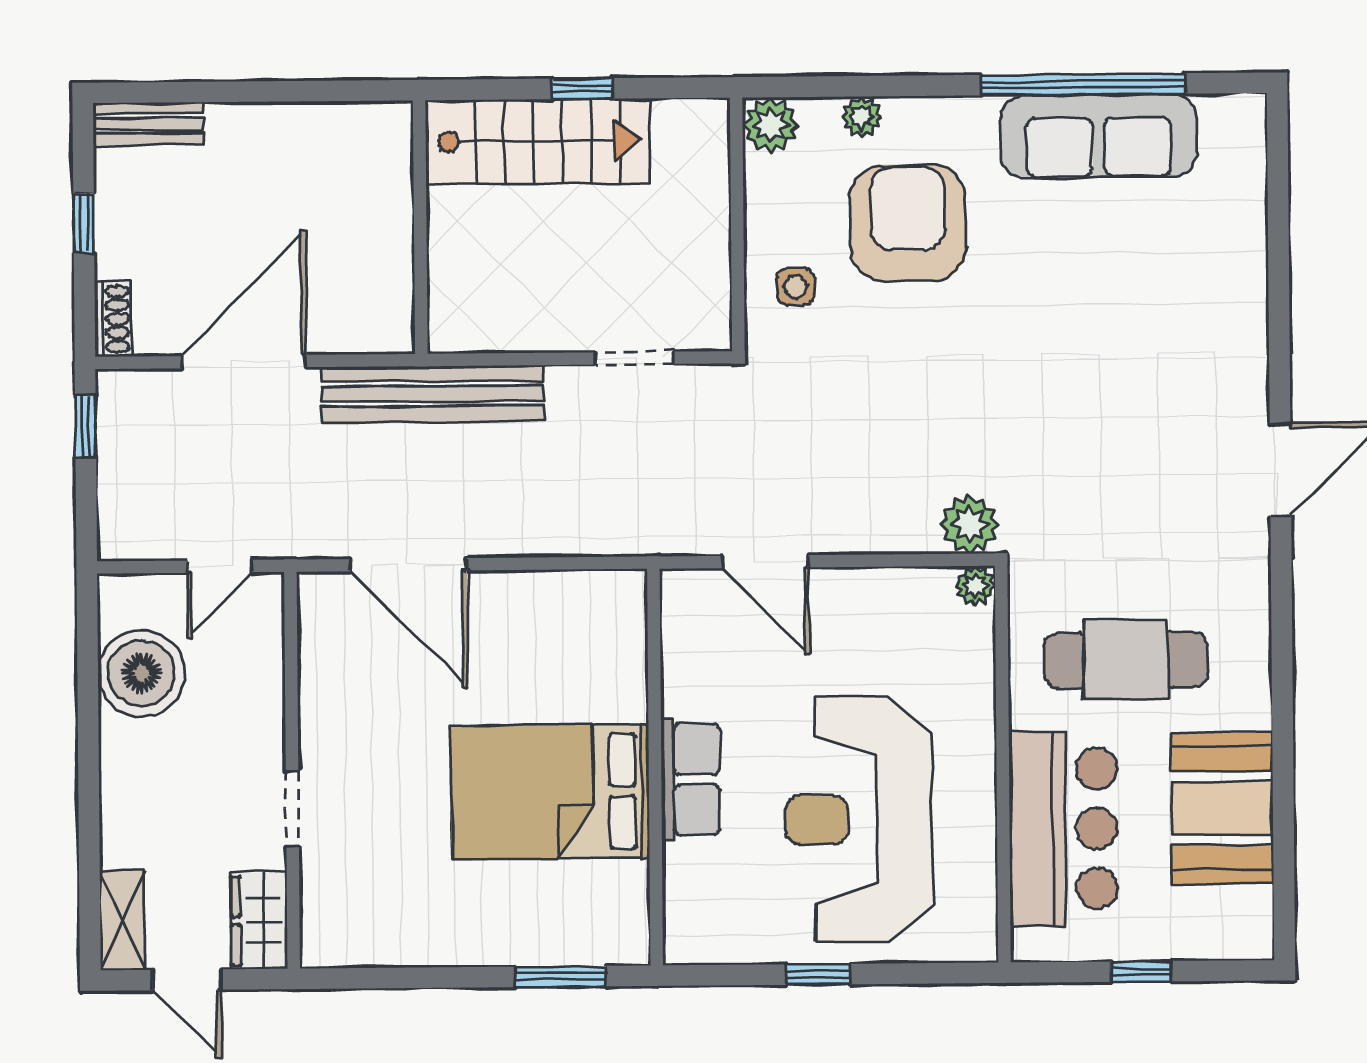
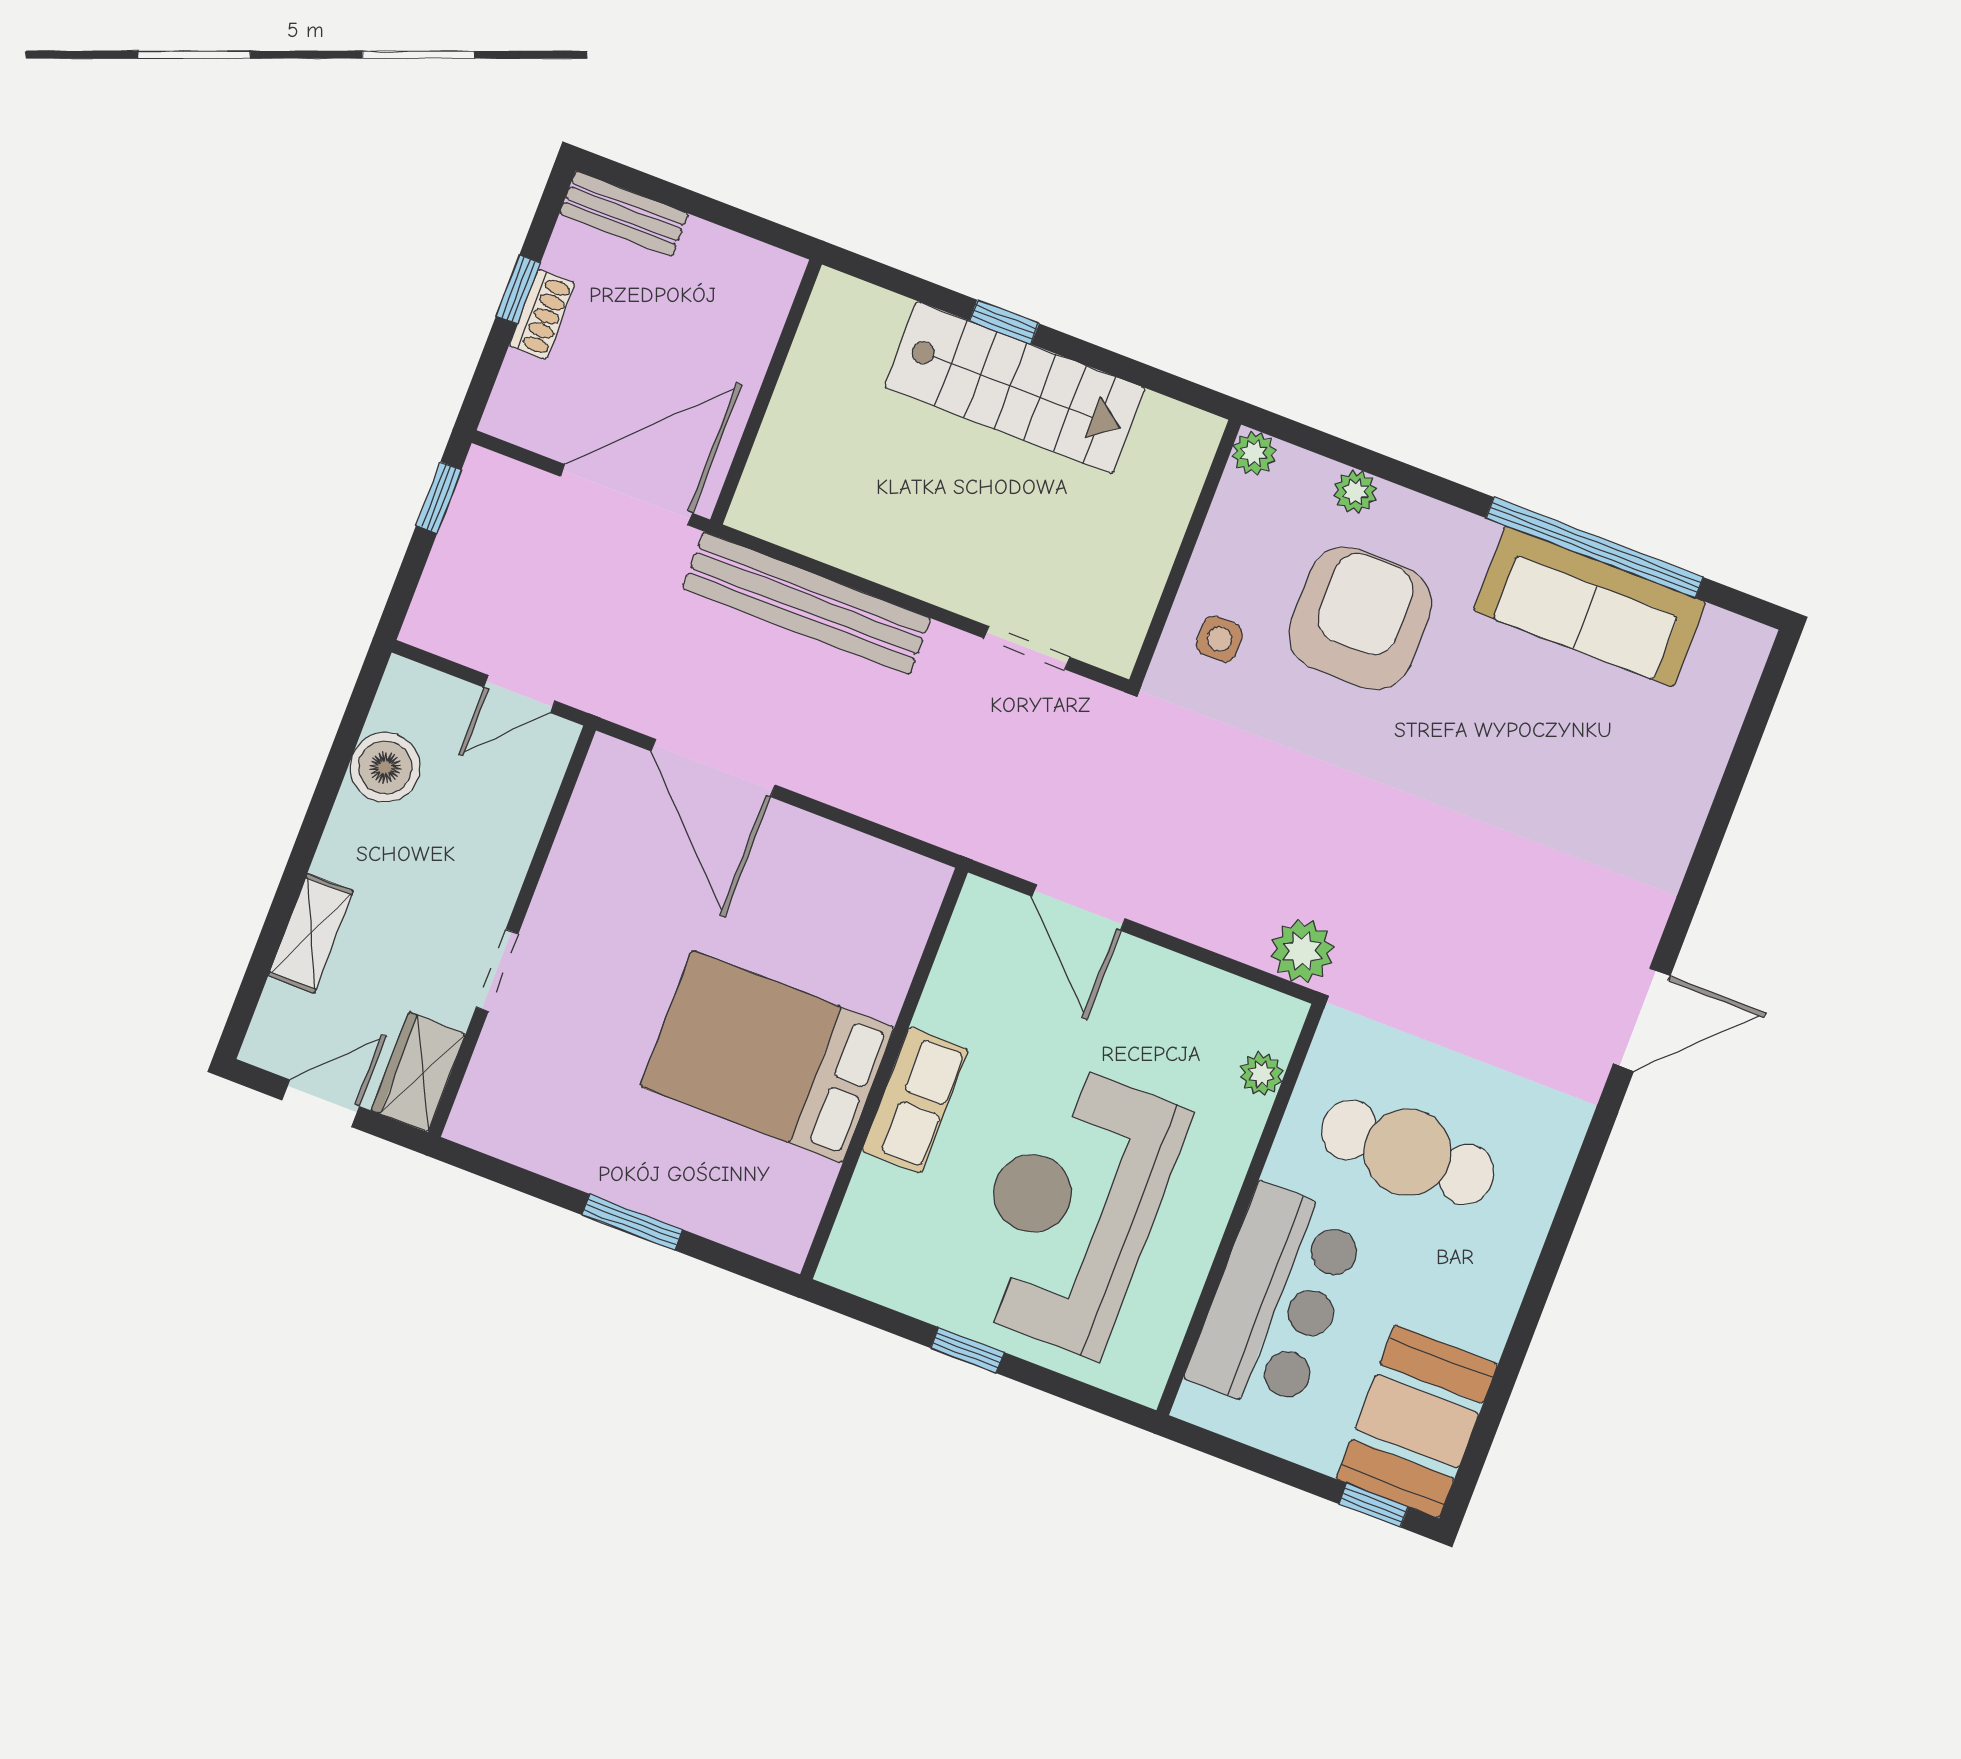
window: (582, 89) -> (1004, 322), moved
plant: (770, 125) -> (1254, 453), width x0.73, depth x0.73
wall: (420, 227) -> (766, 392), moved
shoe rack: (113, 319) -> (542, 314), moved
plant: (975, 586) -> (1261, 1074), moved
boiler: (141, 673) -> (385, 767), width x0.73, depth x0.73
booth: (1223, 808) -> (1417, 1421), moved
shelving: (123, 920) -> (311, 933), moved
window: (1141, 971) -> (1374, 1505), moved
window: (561, 977) -> (632, 1222), moved
door: (187, 980) -> (321, 1103), swing flipped

